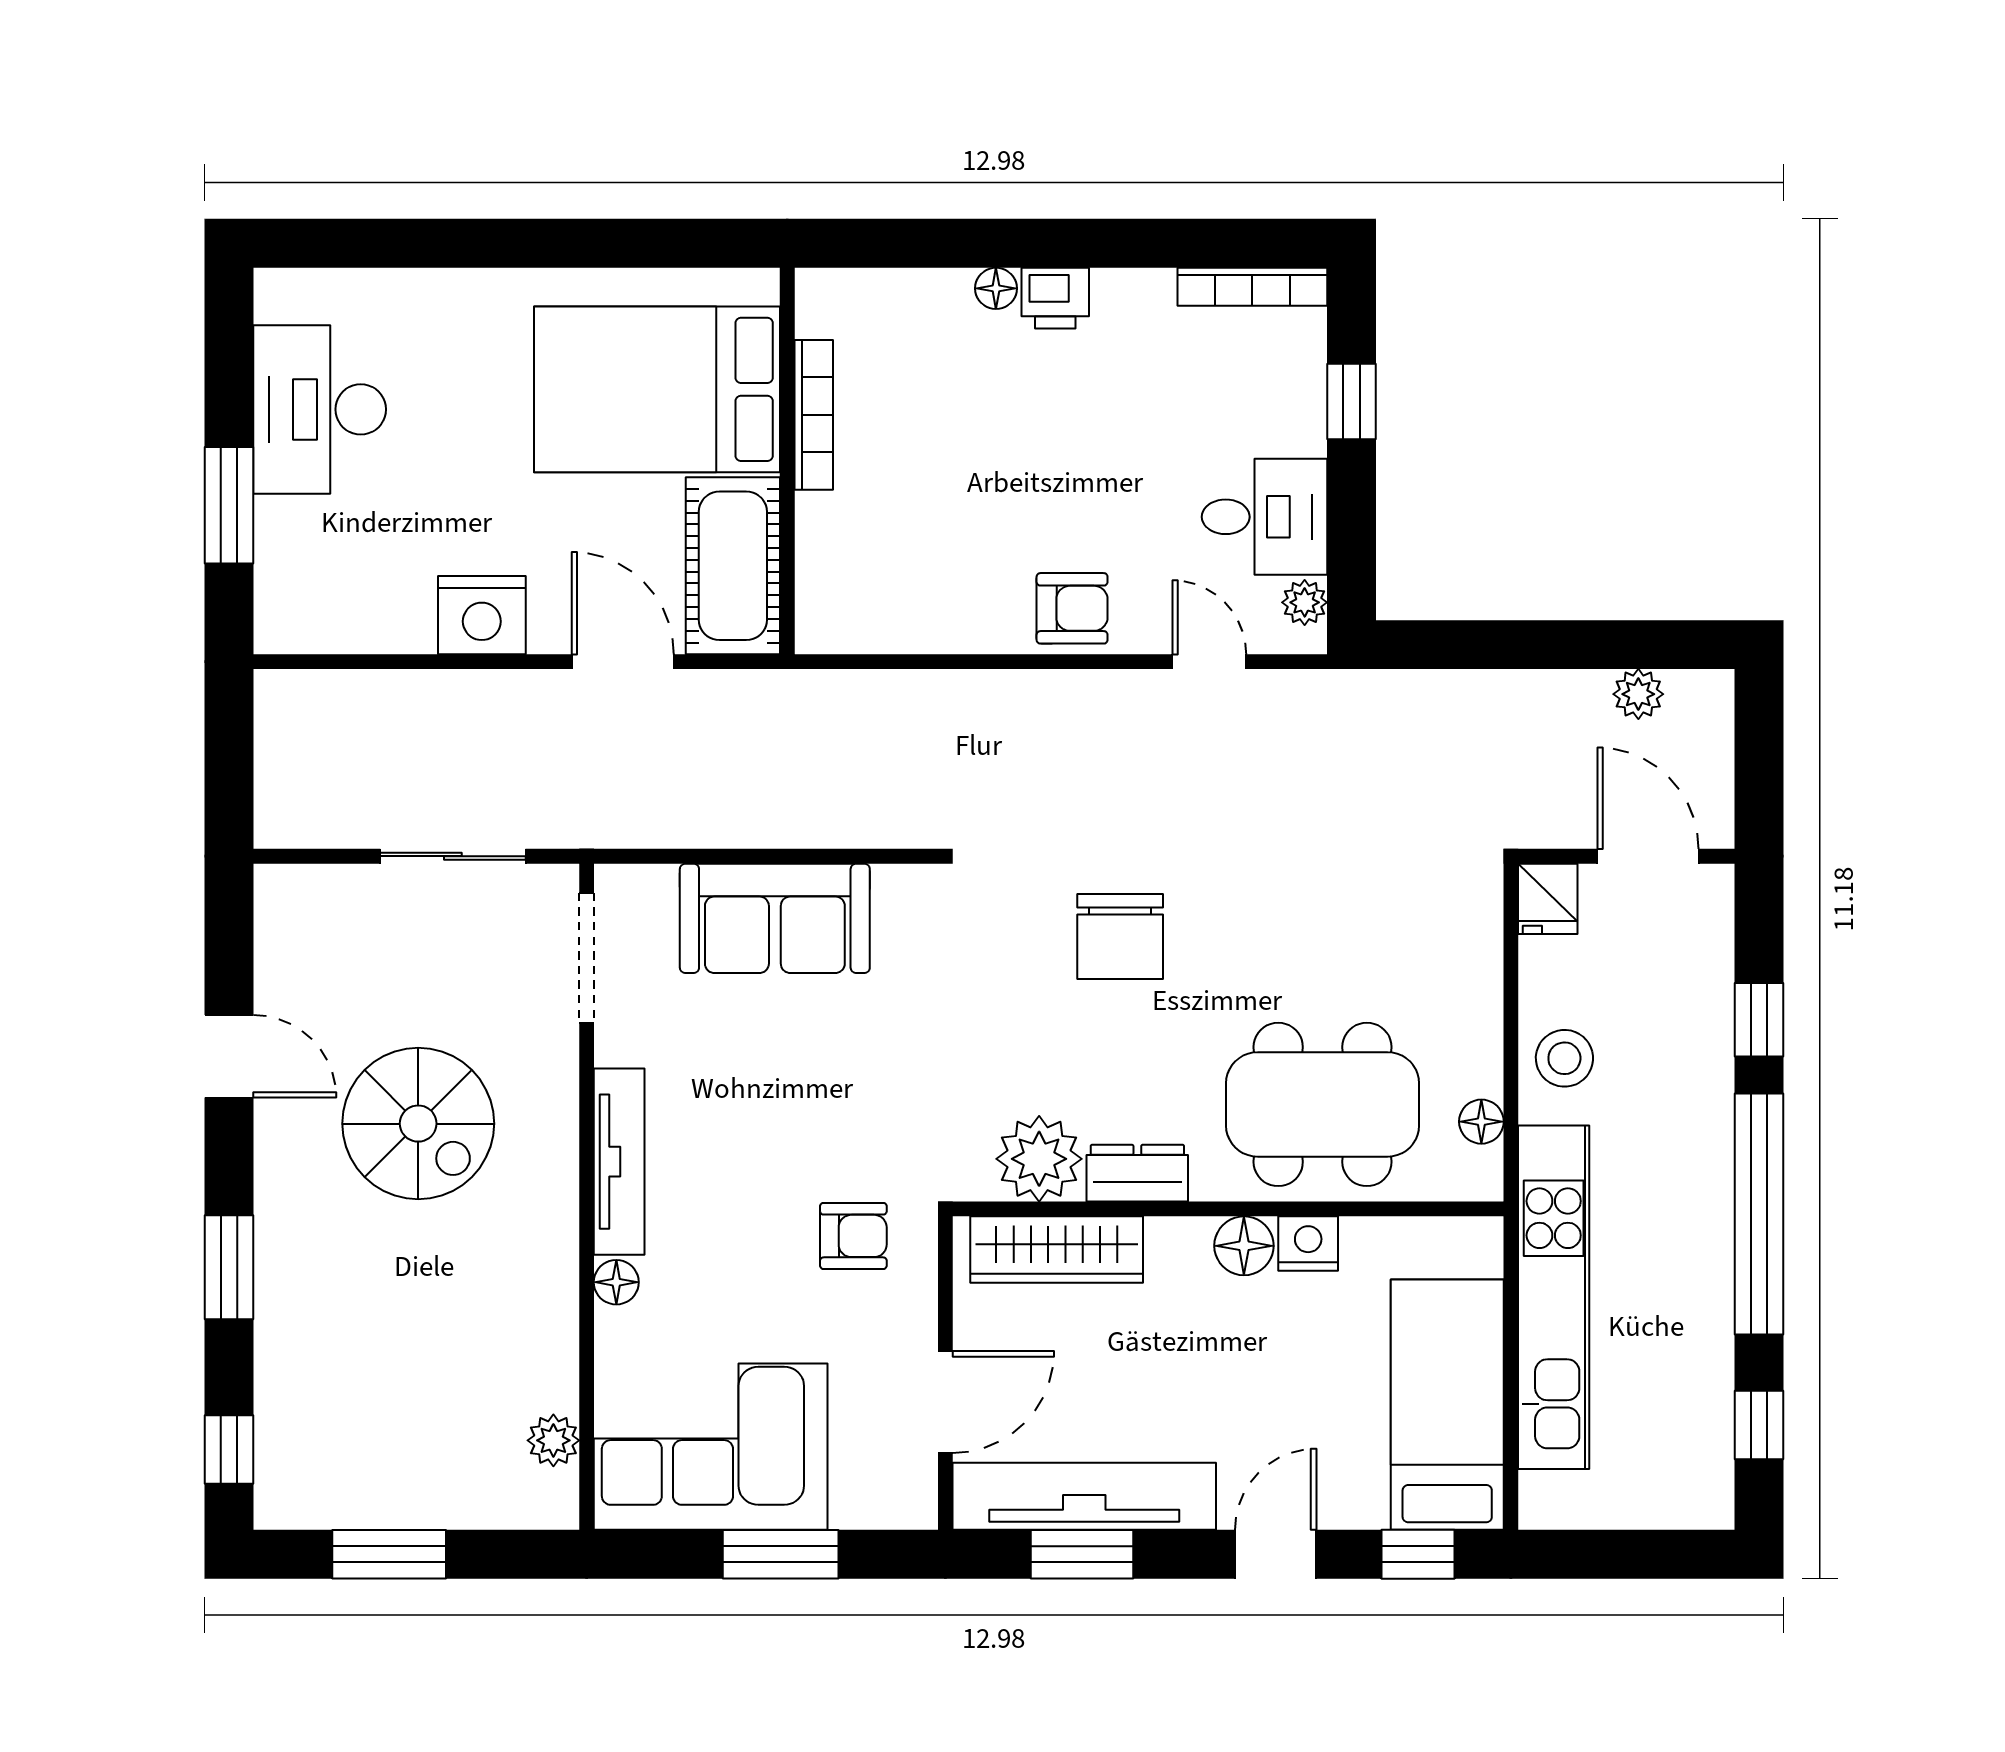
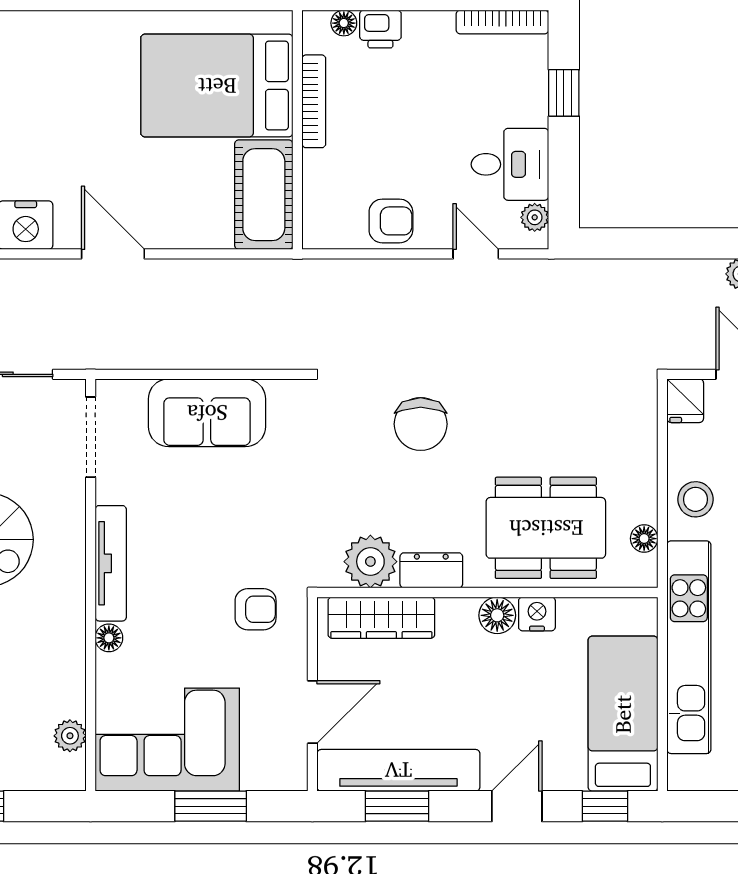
bed: (657, 389) -> (217, 86), moved
bookcase: (814, 415) -> (314, 101), moved
wall: (787, 461) -> (297, 130), moved
cot: (733, 566) -> (264, 195), moved

